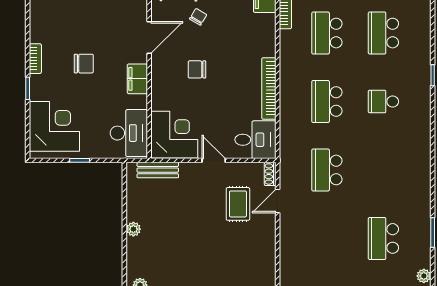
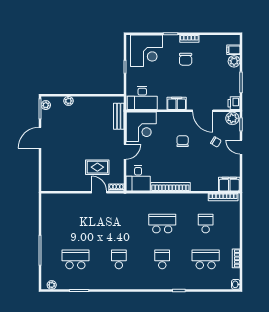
school desk: (327, 33) -> (206, 224), width x0.54
chair: (84, 64) -> (186, 59), moved
school desk: (327, 170) -> (119, 259), moved, width x0.54
plant: (133, 229) -> (69, 101), moved

